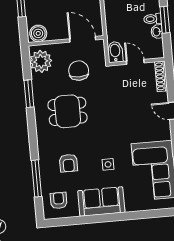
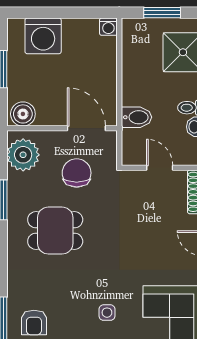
bidet: (115, 52) -> (136, 117), moved, turned 90
armchair: (69, 163) -> (34, 322), moved

